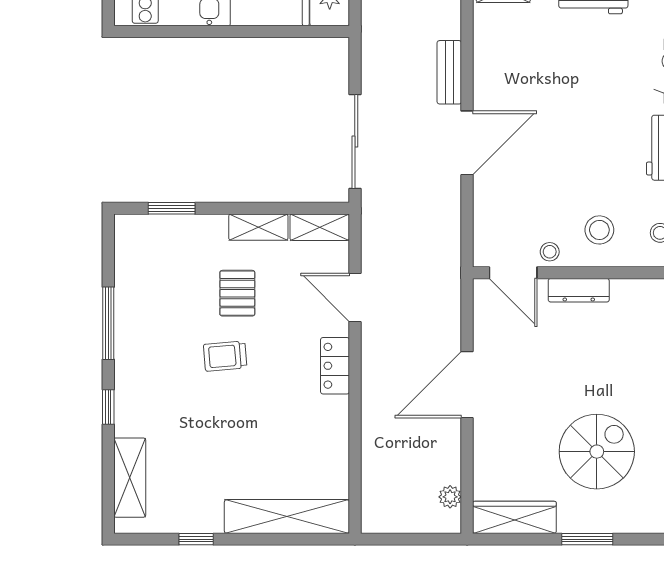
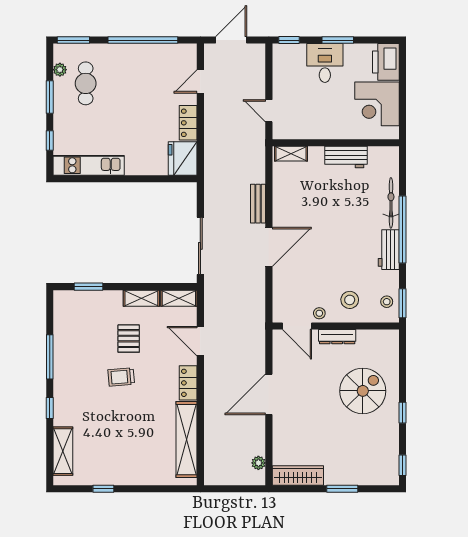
spiral stairs: (597, 452) -> (363, 391), moved
shelving: (287, 517) -> (187, 440), moved, turned 90

